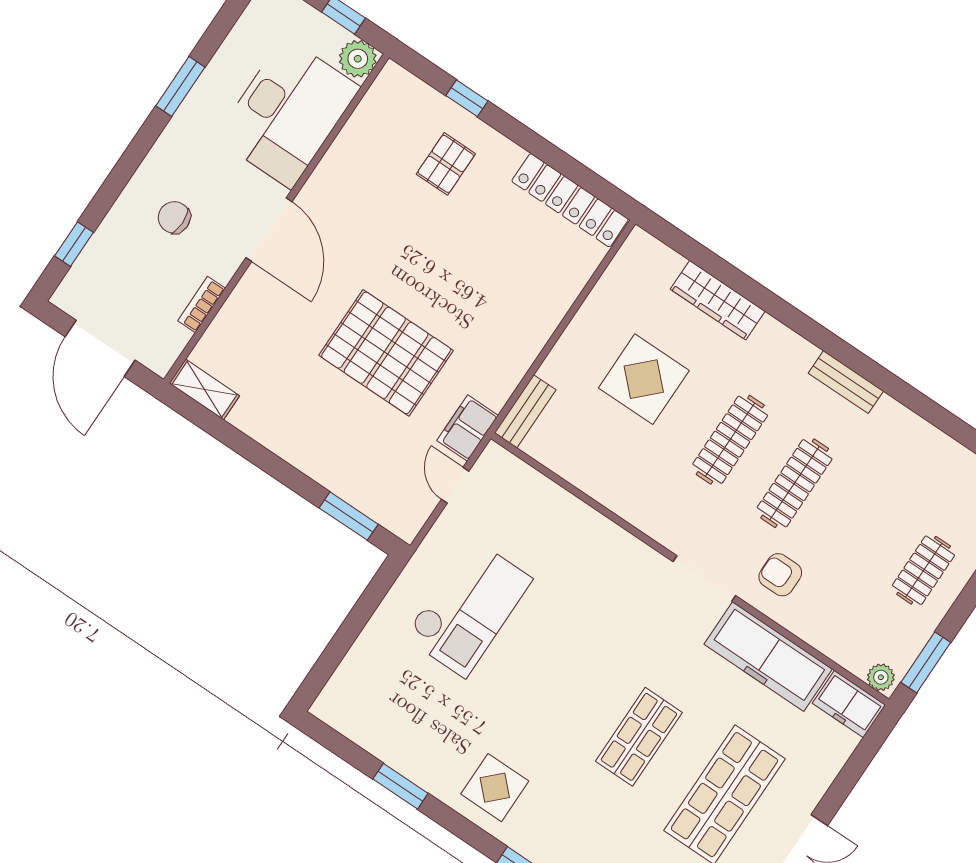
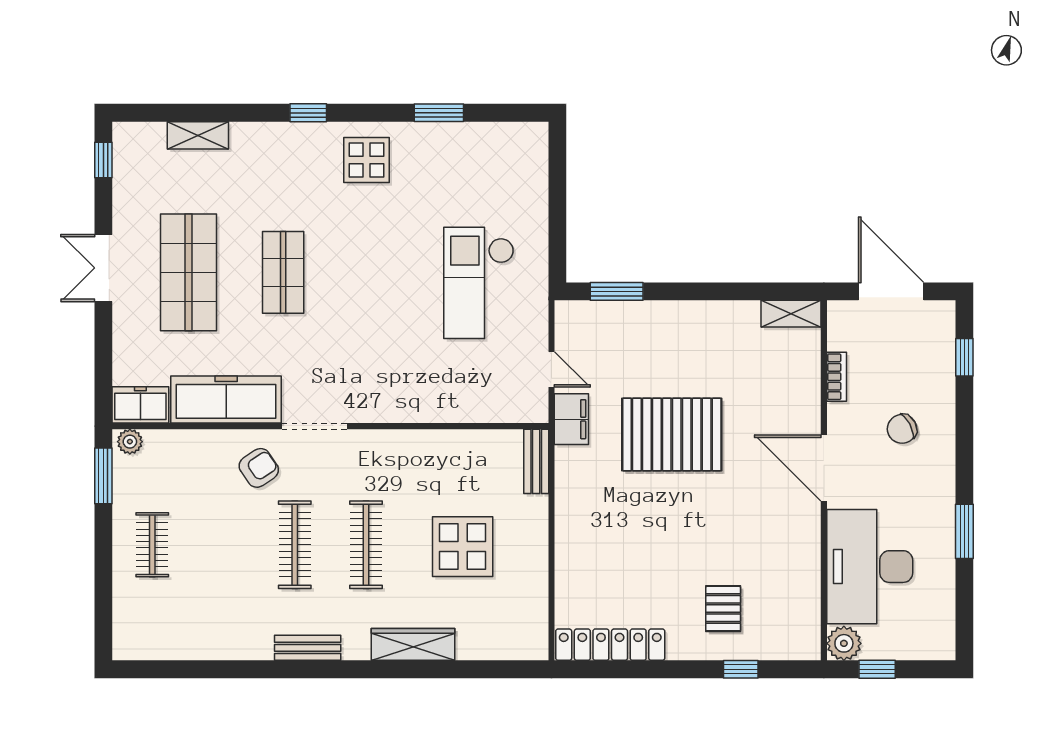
chair: (174, 217) -> (902, 429), turned 152
wardrobe: (718, 300) -> (413, 644), moved
armchair: (780, 575) -> (259, 468), turned -34

